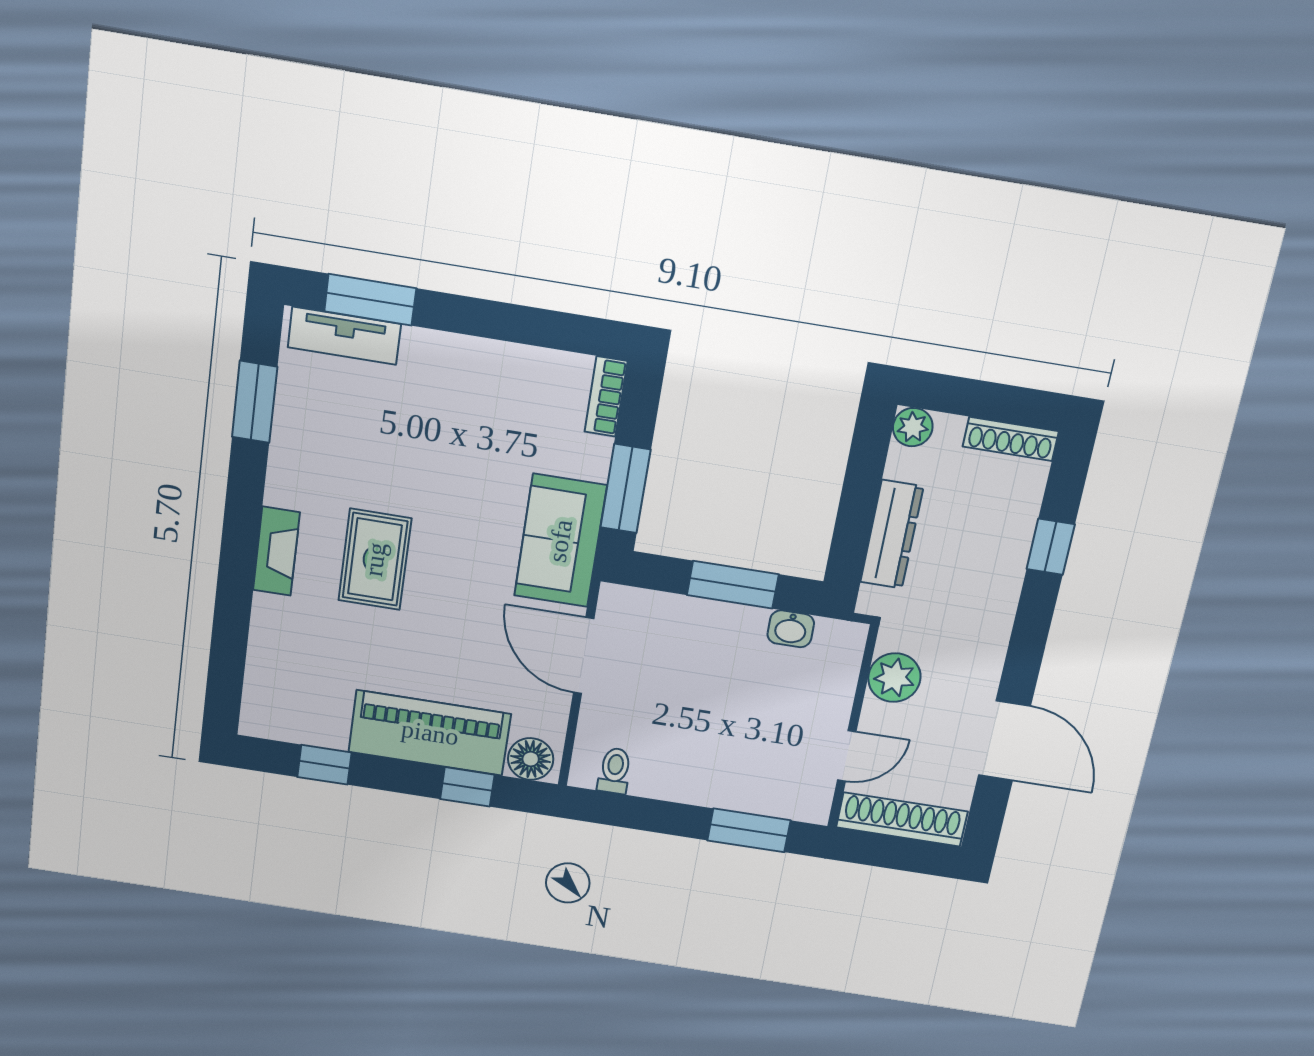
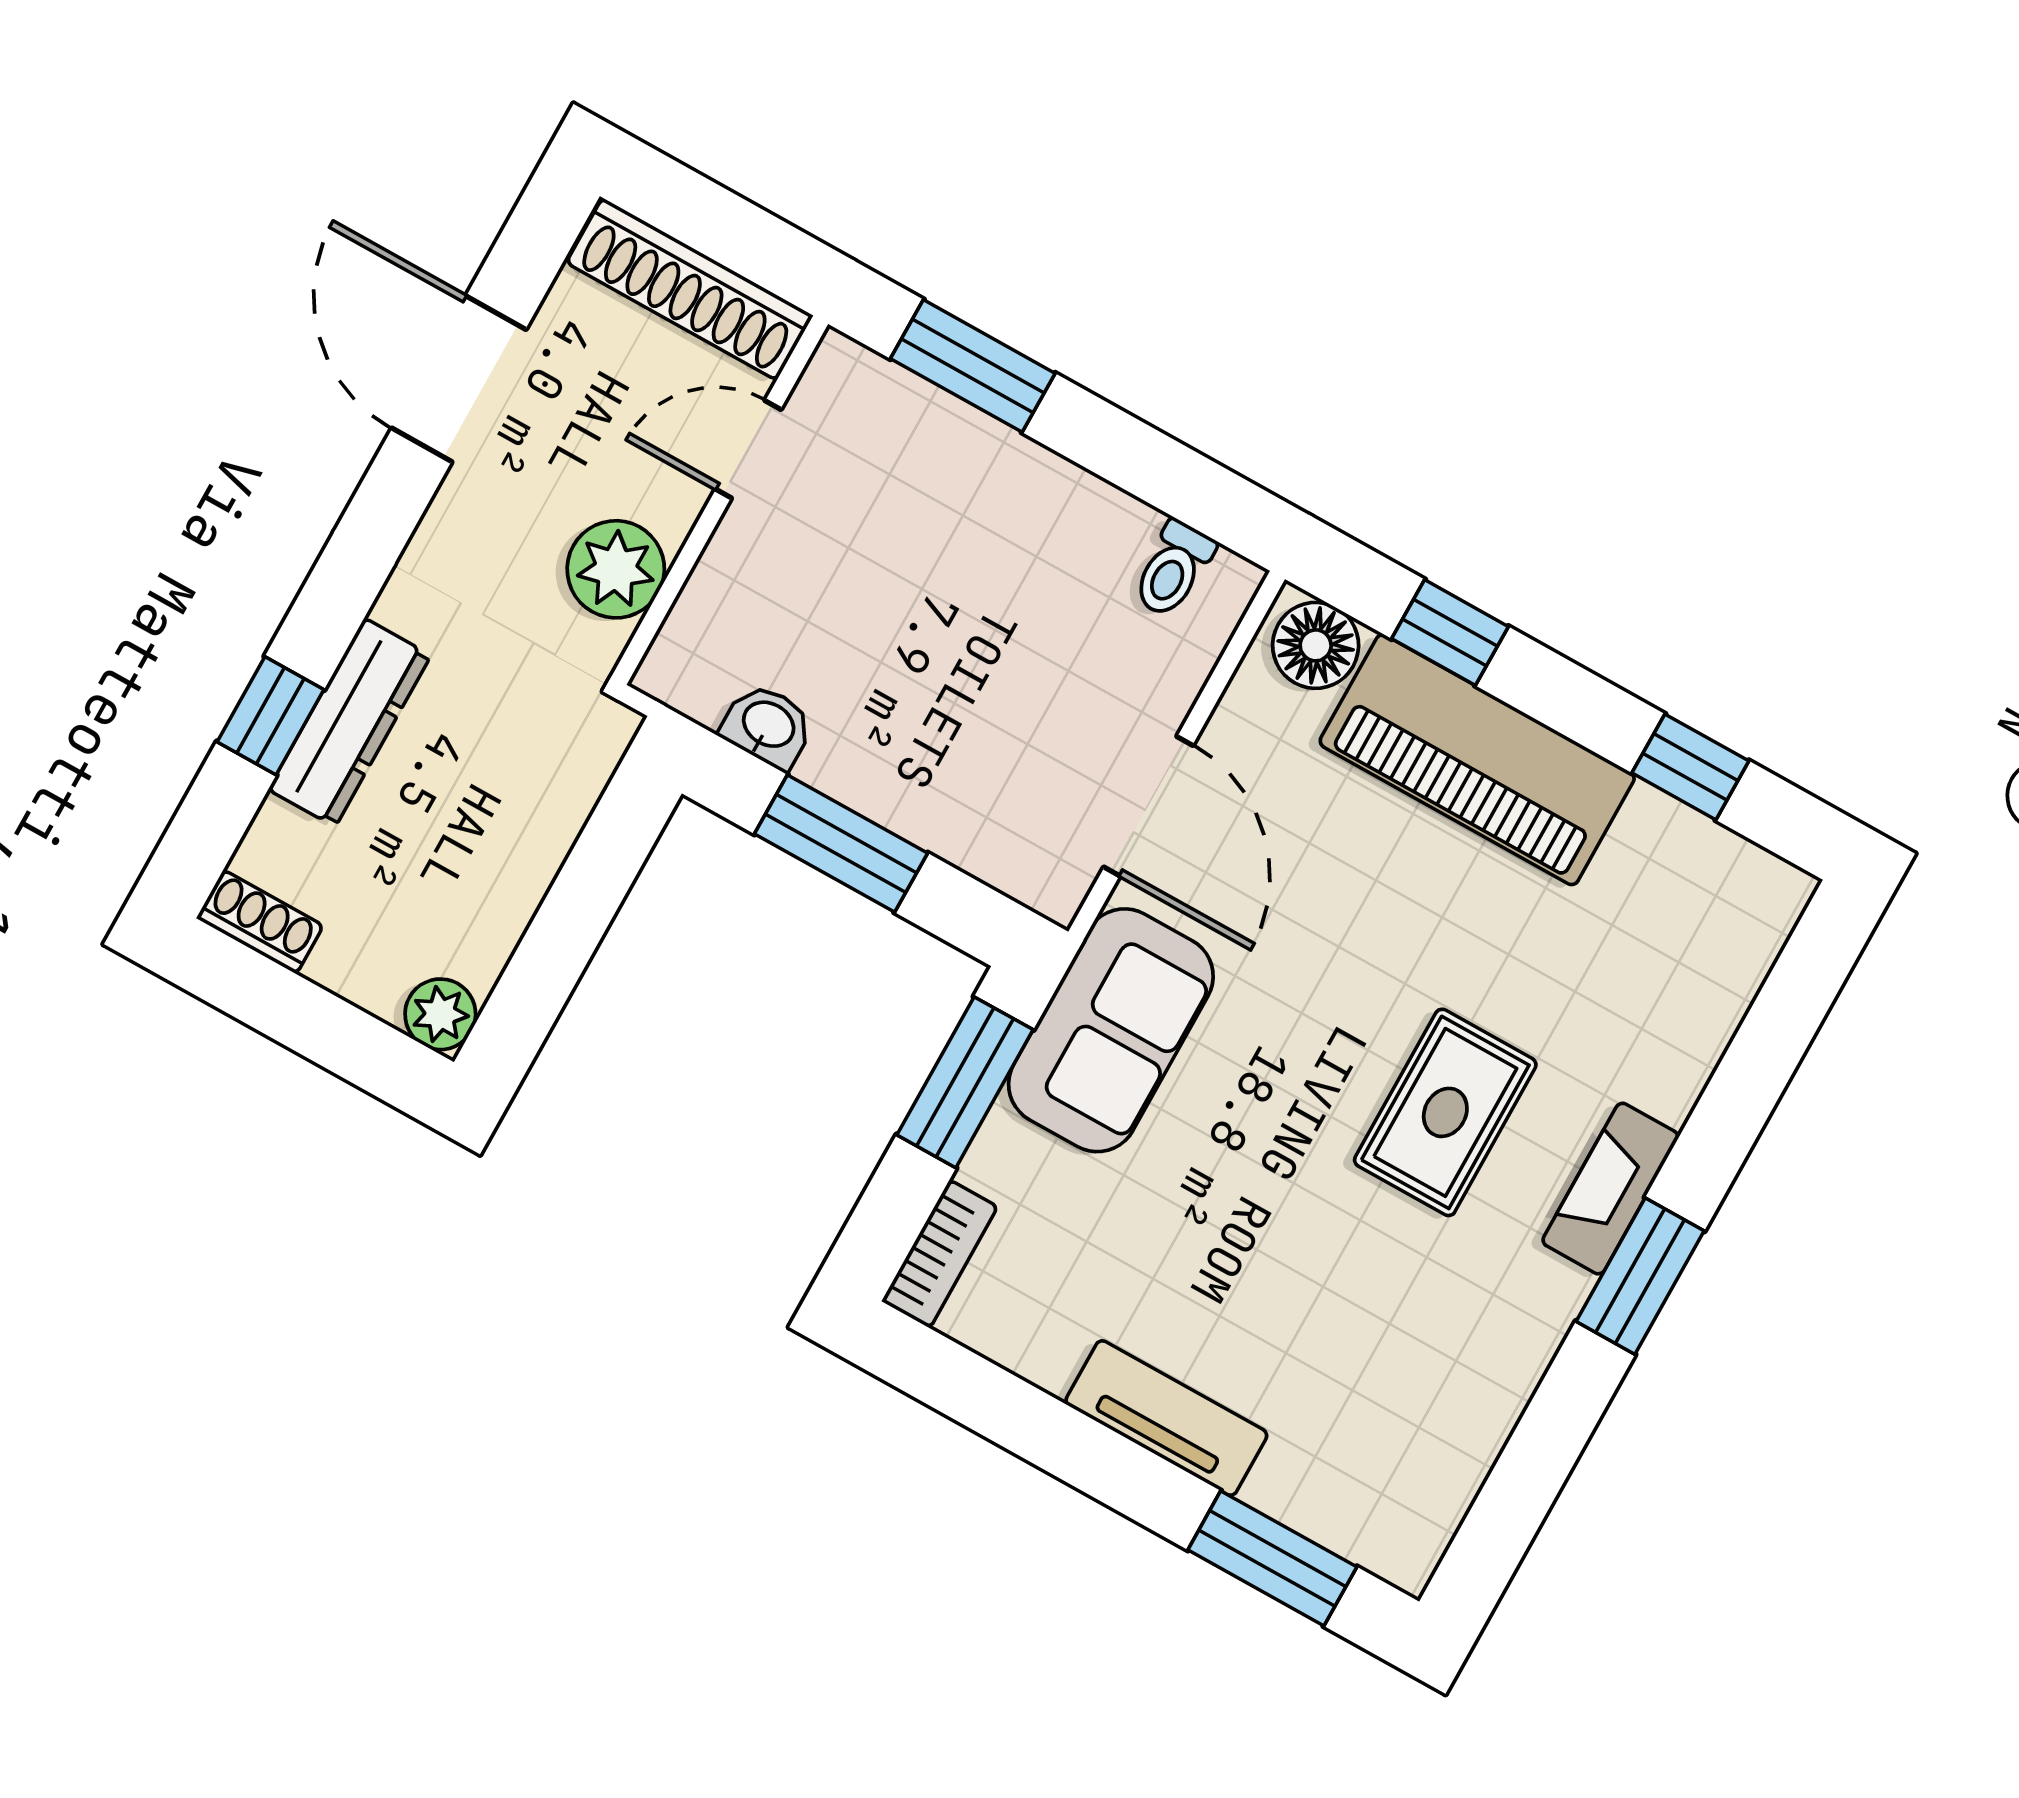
tv unit: (344, 336) -> (1166, 1418), moved
window: (255, 402) -> (1640, 1276), moved
shoe rack: (1011, 439) -> (260, 922), width x0.70
dresser: (892, 534) -> (350, 722), moved, turned 180

